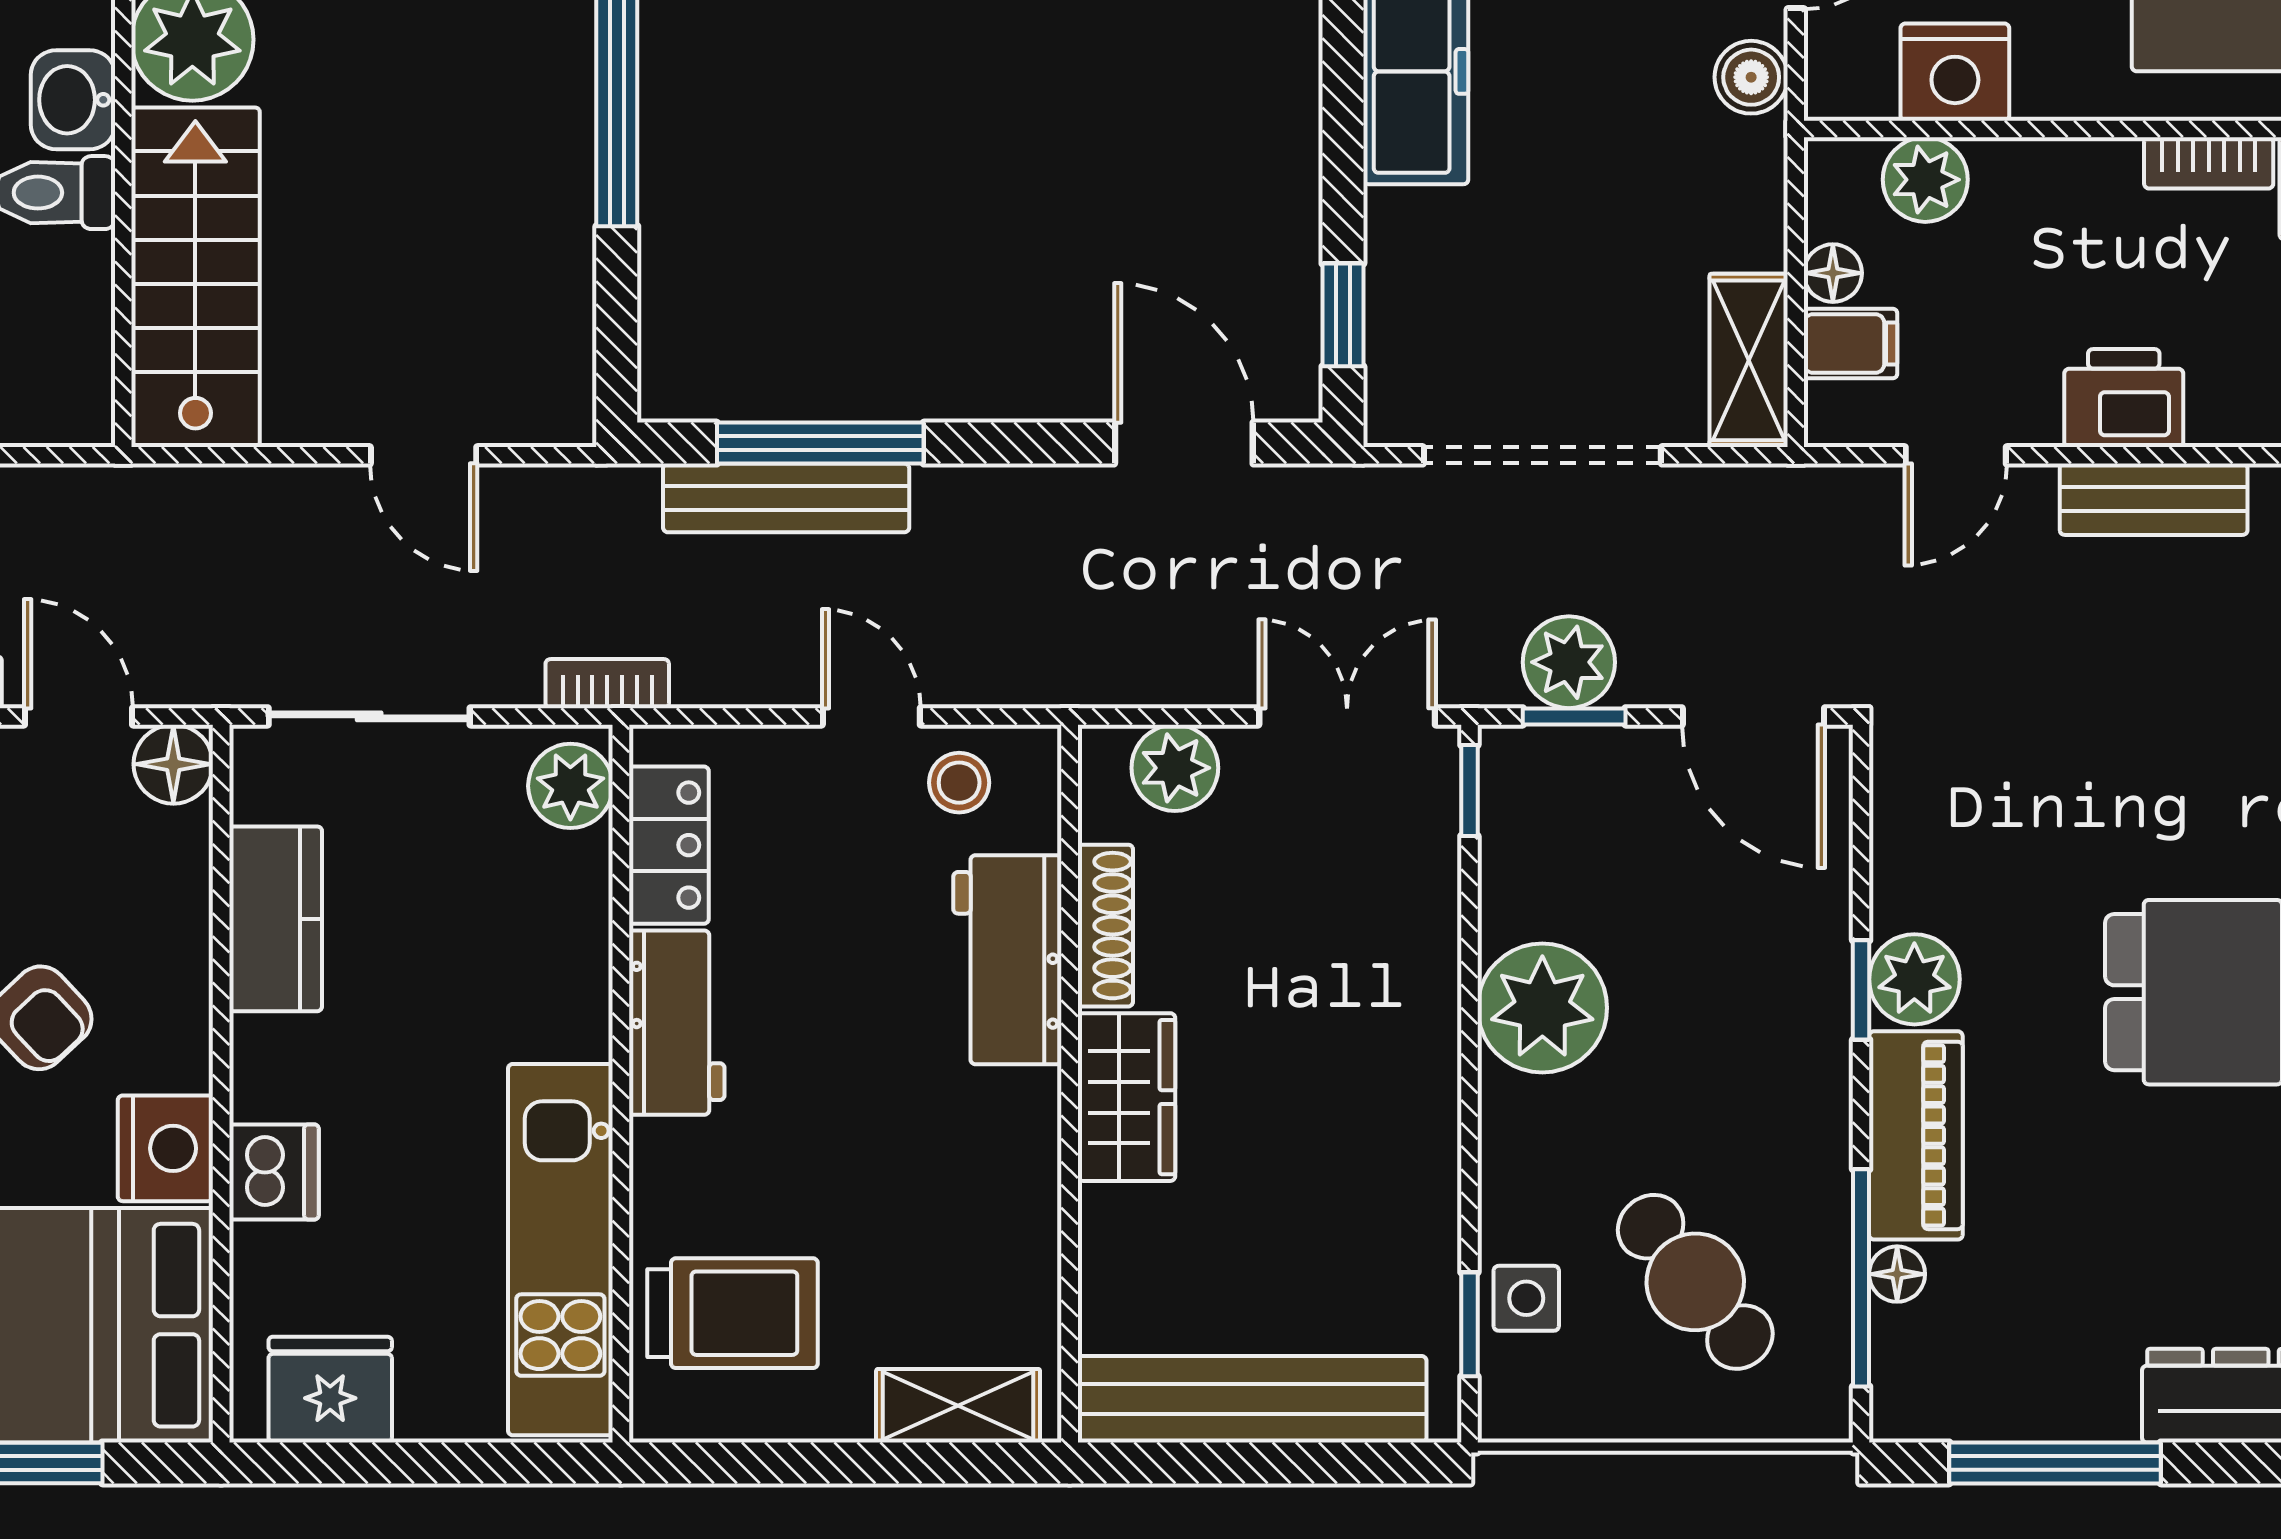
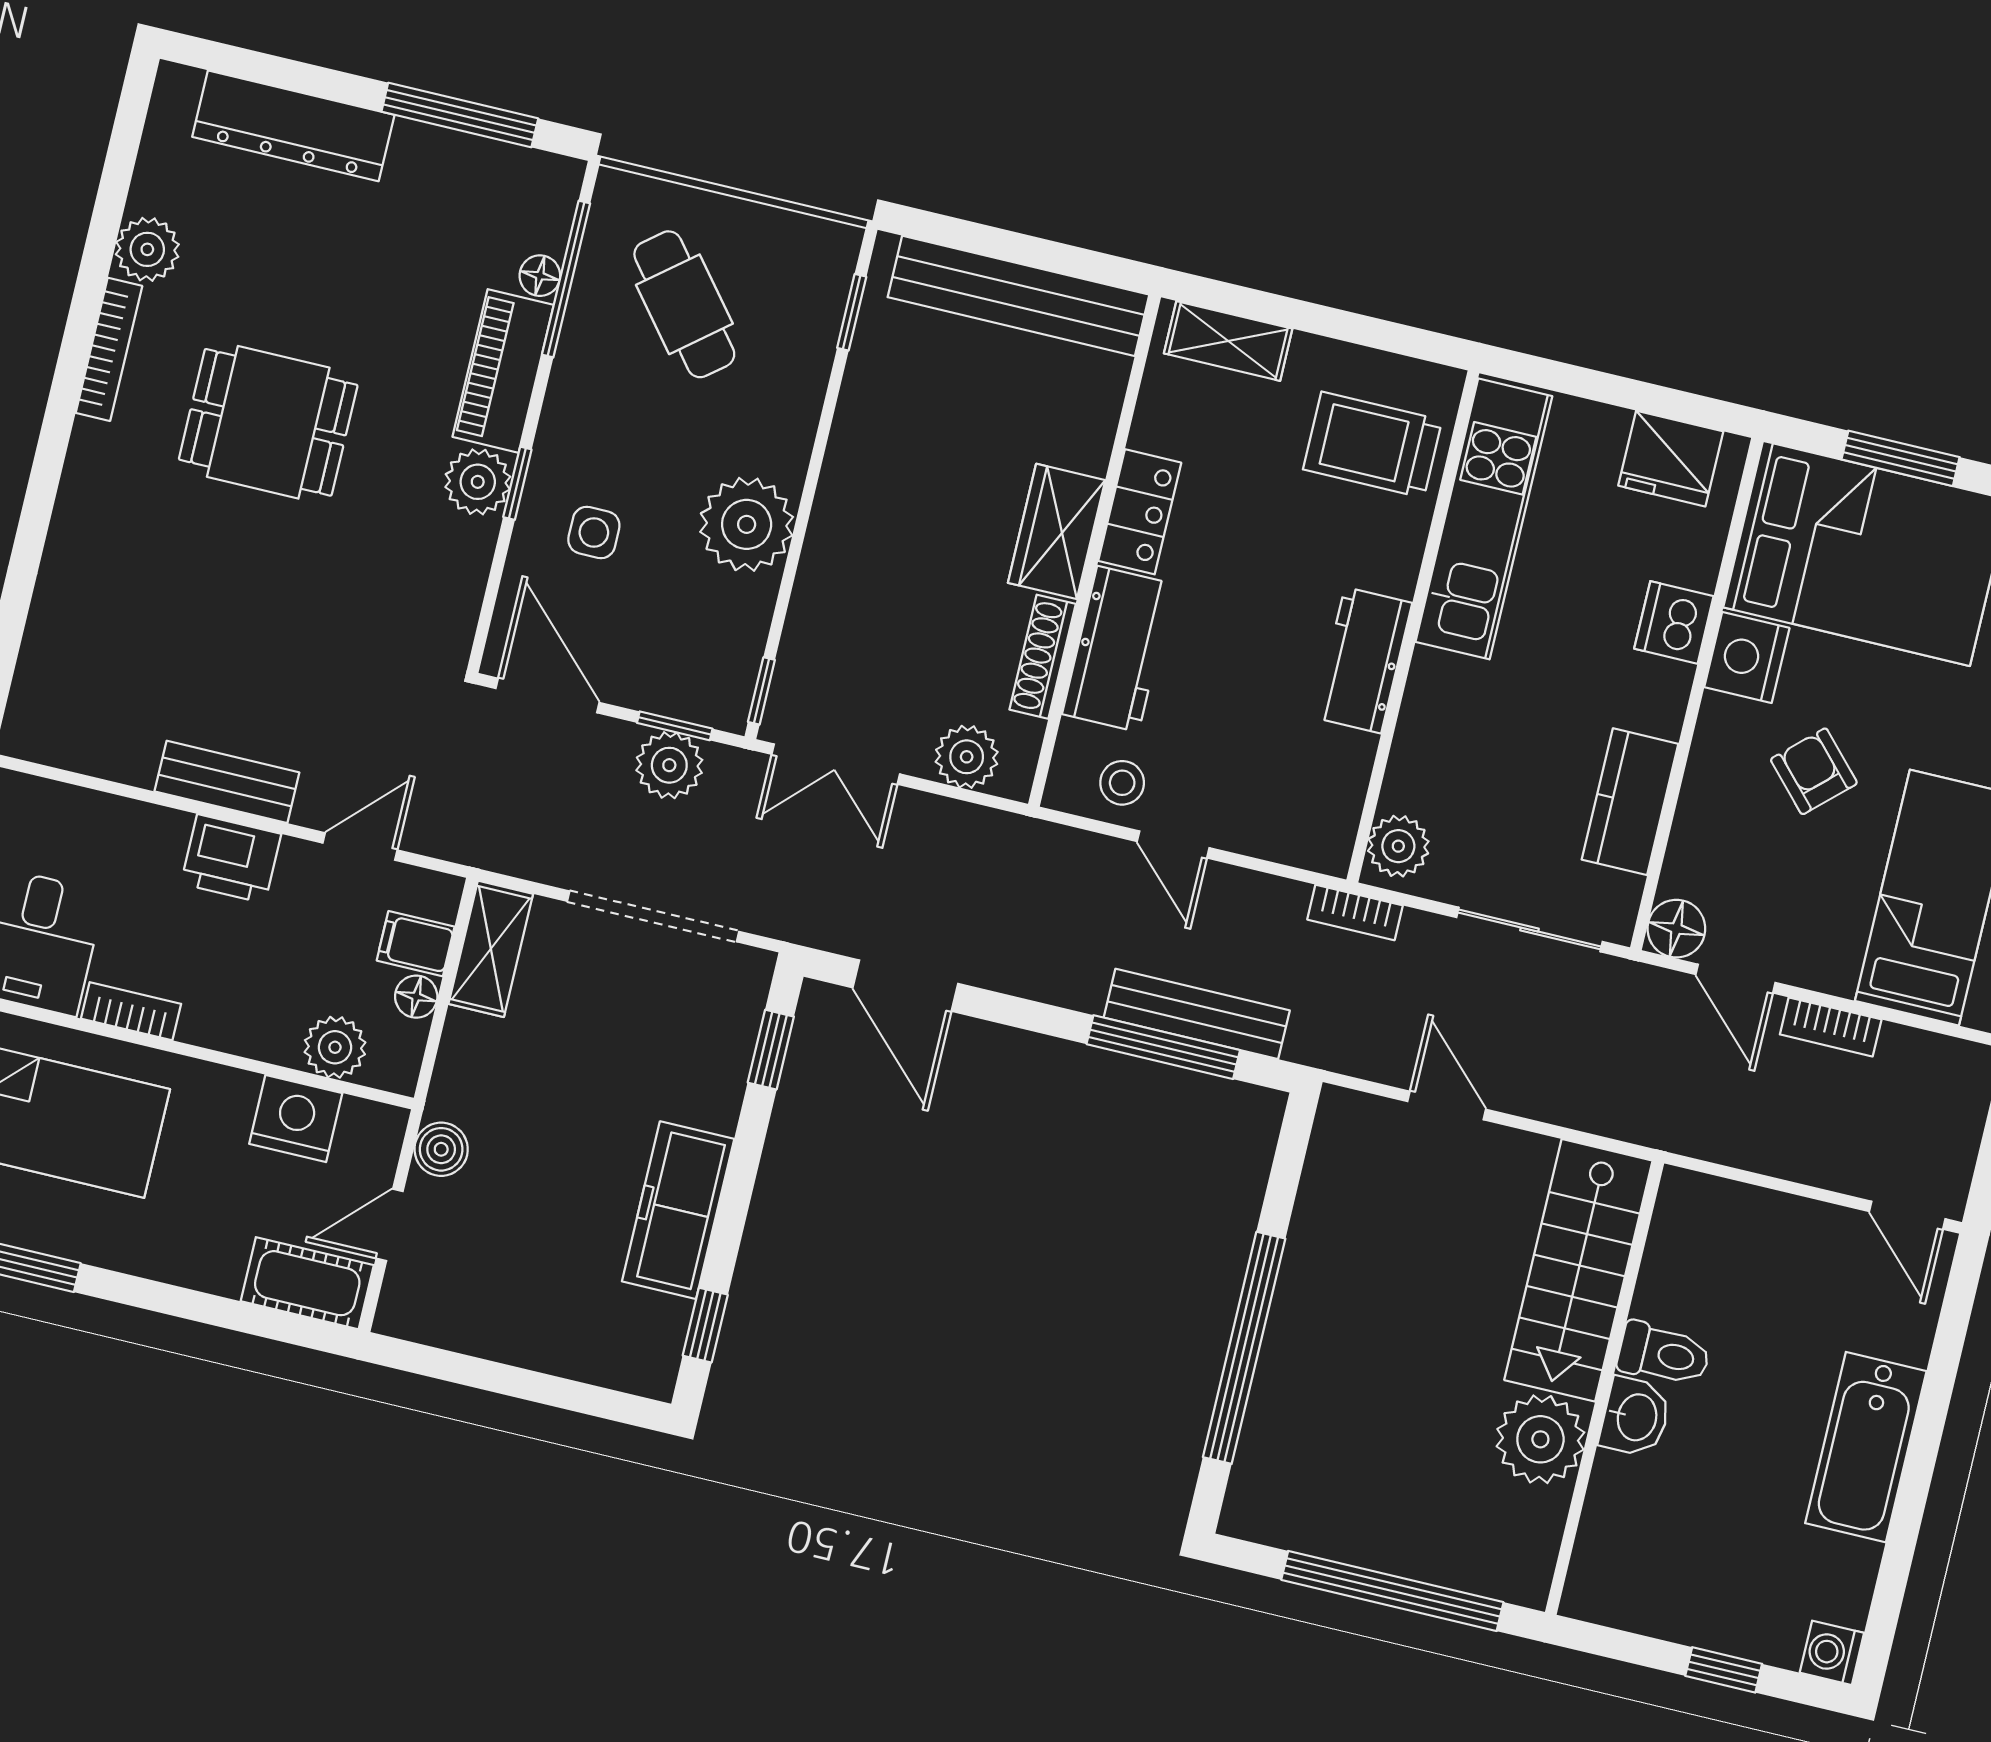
locker: (669, 845) -> (1140, 512), moved, turned 180
side table: (1526, 1298) -> (594, 532), moved

